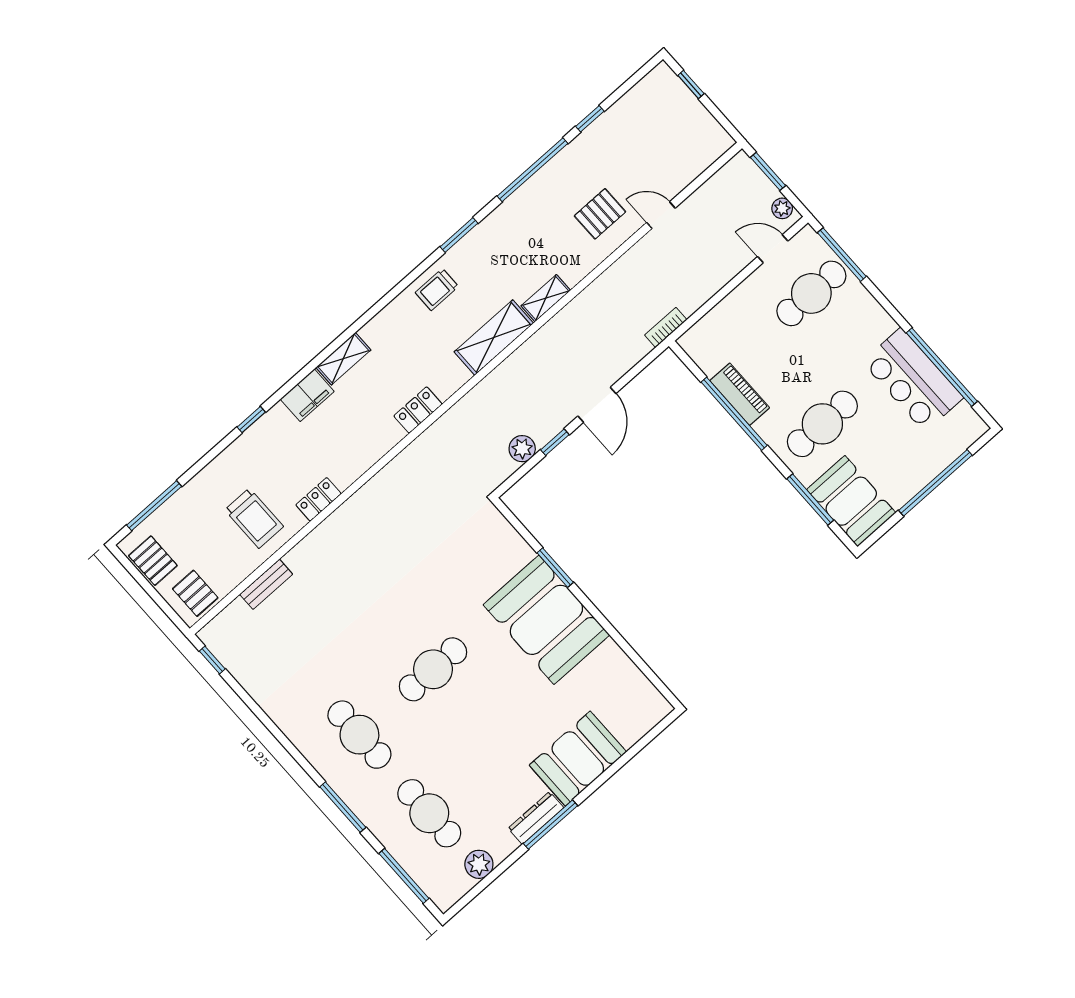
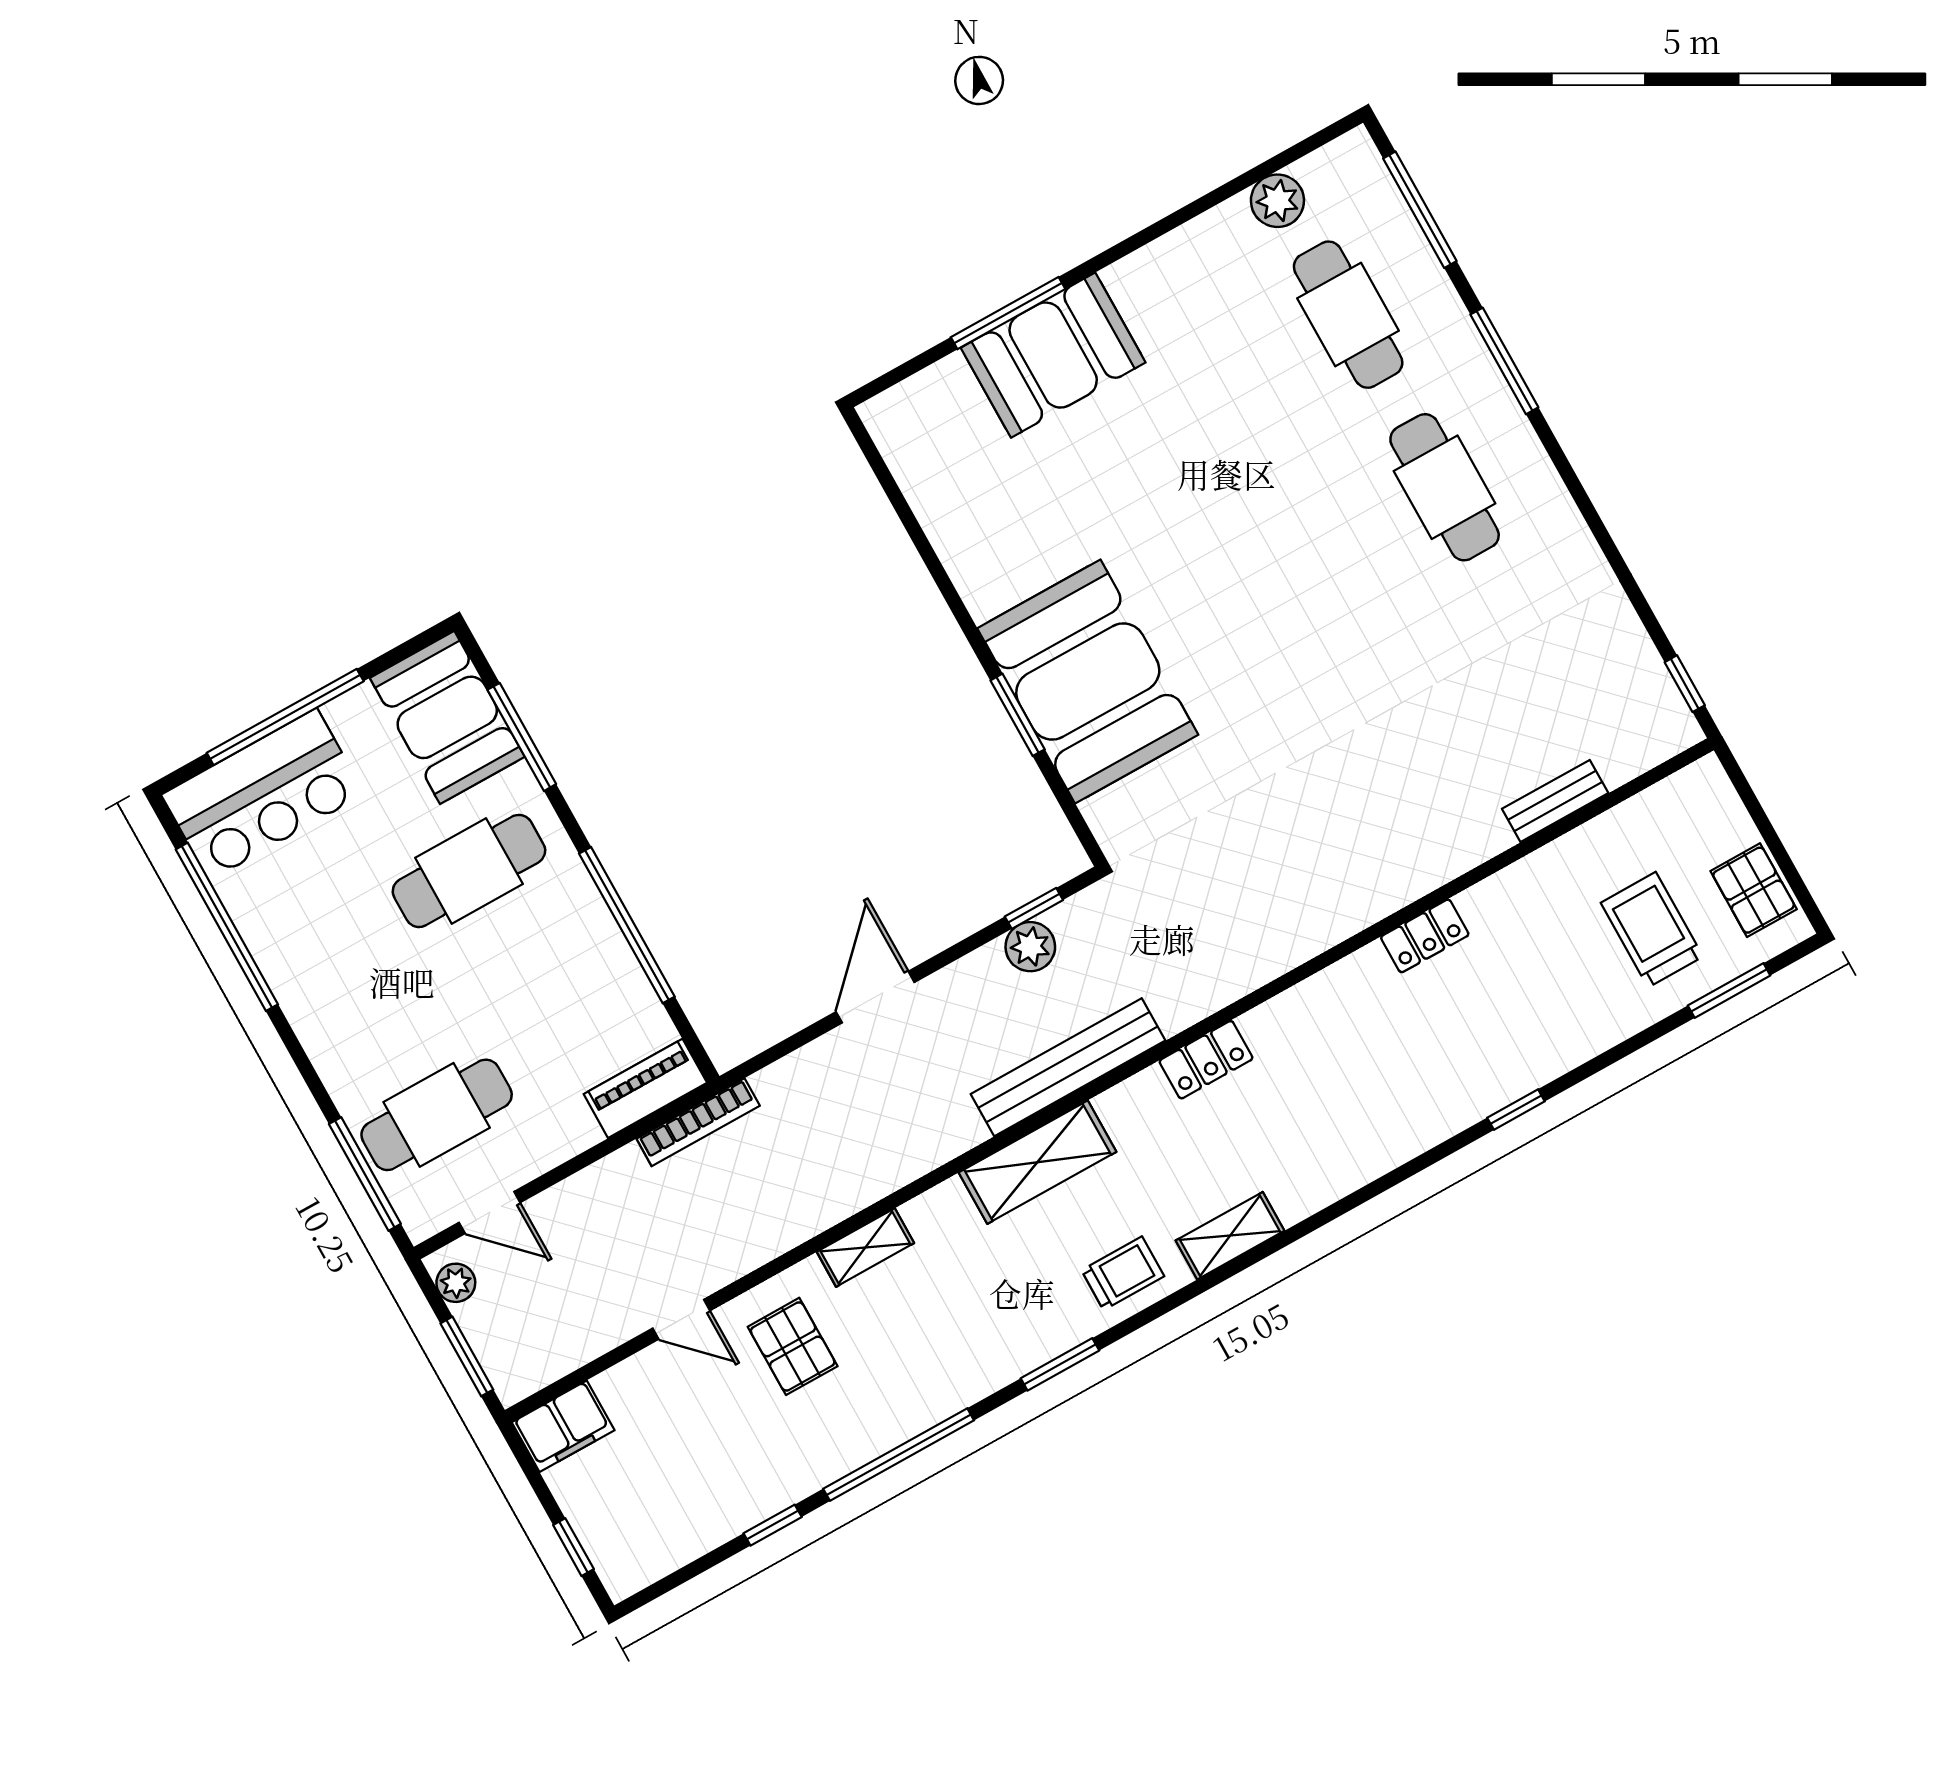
pallet: (600, 214) -> (793, 1346), turned 90
shelving: (546, 298) -> (865, 1247), moved
bookcase: (666, 327) -> (698, 1122), width x1.56
shelving: (343, 359) -> (1230, 1236), moved
bar counter: (913, 380) -> (263, 794), moved, turned 90
bench: (489, 390) -> (1068, 1067), added
piano: (740, 394) -> (645, 1088), moved, turned 90
filing cabinet: (307, 395) -> (563, 1426), moved, turned 180
window: (555, 442) -> (1034, 908), moved
window: (154, 506) -> (1729, 990), width x0.69
trolley: (254, 518) -> (1652, 930), moved
pallet: (195, 593) -> (1689, 813), removed
booth: (546, 620) -> (1088, 682), moved
cafe table: (433, 669) -> (1283, 577), removed
dresser: (536, 818) -> (1154, 263), removed
window: (551, 825) -> (1008, 313), moved

